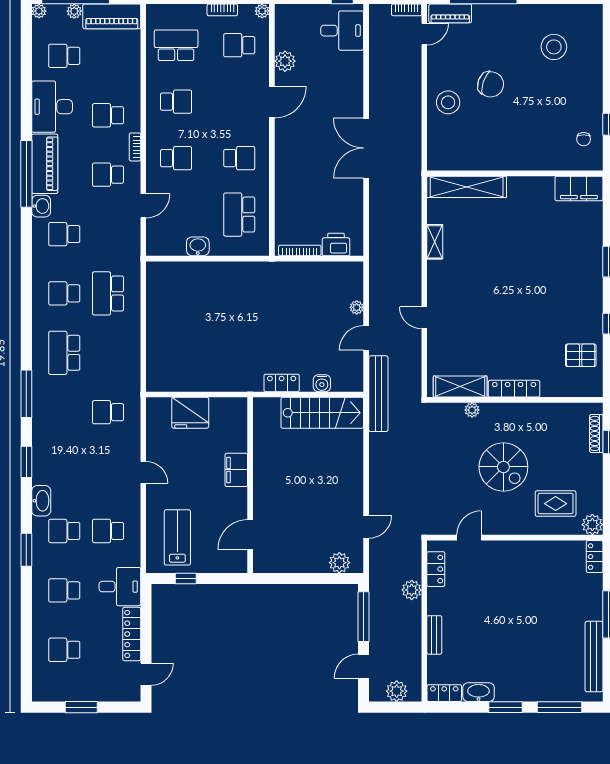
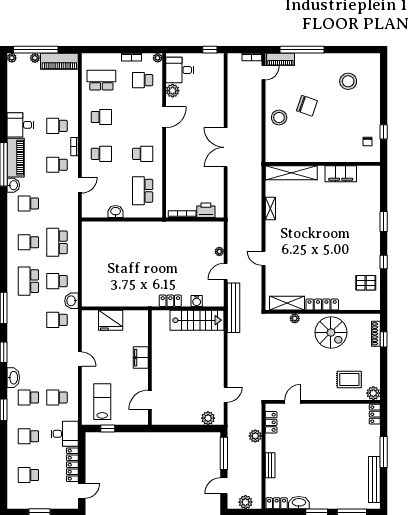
desk: (342, 31) -> (180, 70), moved, turned 180
school desk: (64, 56) -> (57, 281), moved
desk: (52, 107) -> (20, 125), width x0.73
filing cabinet: (579, 188) -> (341, 174), moved
washbasin: (130, 383) -> (72, 301), added
spiral stairs: (503, 467) -> (331, 332), moved

